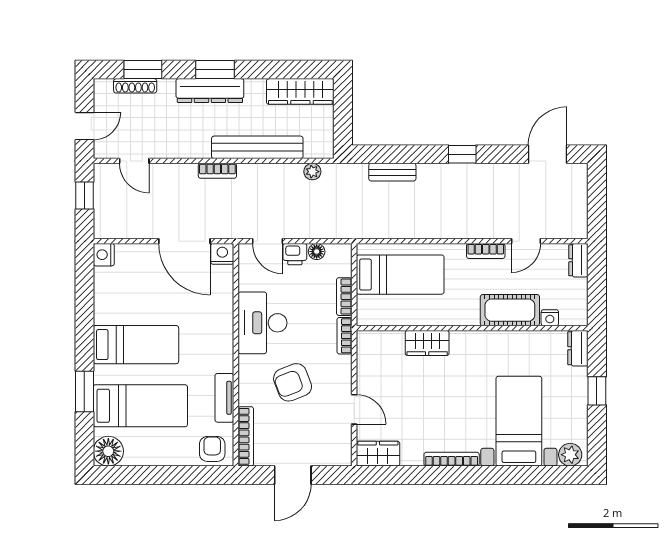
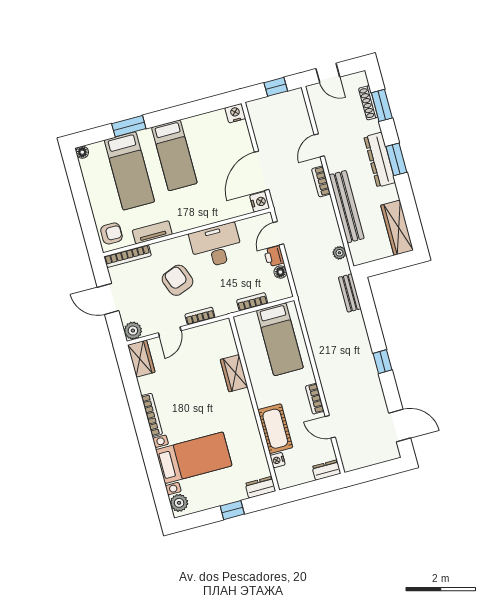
door: (134, 161) -> (319, 145), moved
bench: (392, 172) -> (350, 293), moved
bookcase: (344, 336) -> (200, 316), moved
floor lamp: (108, 451) -> (82, 152), width x0.53, depth x0.53
plant: (340, 455) -> (133, 331), added

